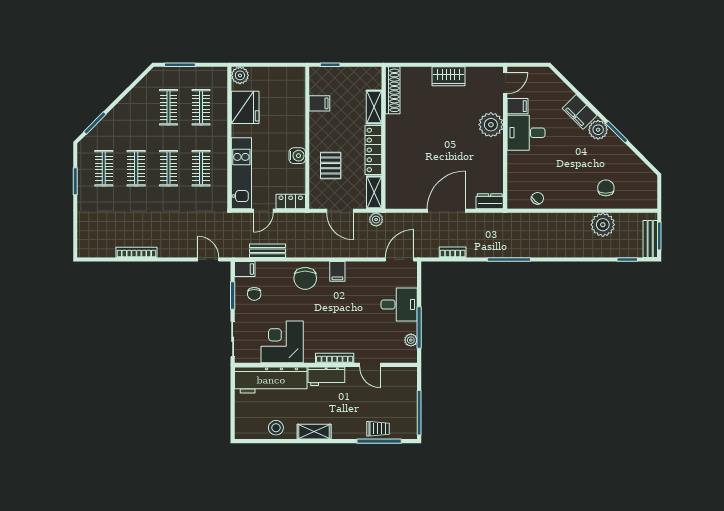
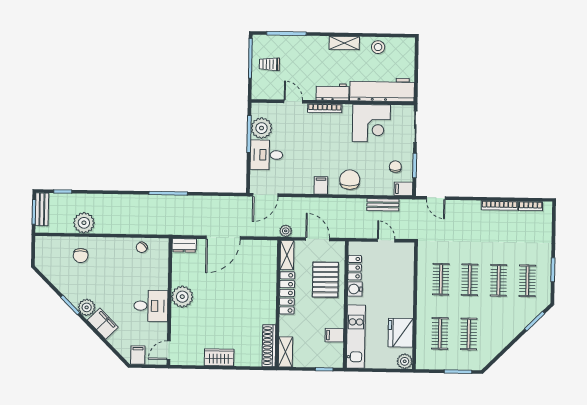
filing cabinet: (517, 106) -> (138, 355), moved, turned 90
shelving: (374, 107) -> (286, 352), moved
plant: (491, 125) -> (182, 297), moved
pallet: (331, 166) -> (325, 280), width x1.50, depth x1.42
kitchen unit: (241, 173) -> (356, 337), moved, turned 180
locker: (291, 201) -> (355, 268), moved, turned -90
door: (263, 211) -> (386, 240), hinge flipped
bookcase: (453, 252) -> (531, 206), moved
plant: (411, 340) -> (262, 128), width x1.87, depth x1.87
trolley: (378, 429) -> (269, 64), moved

